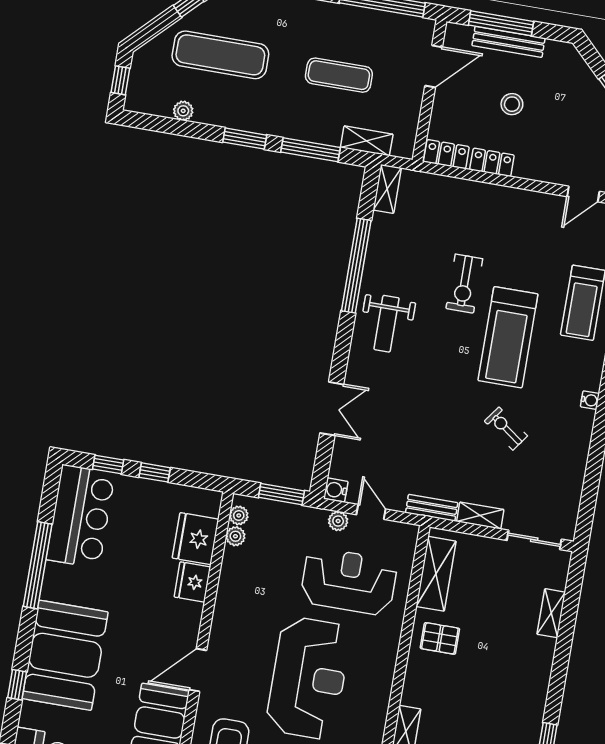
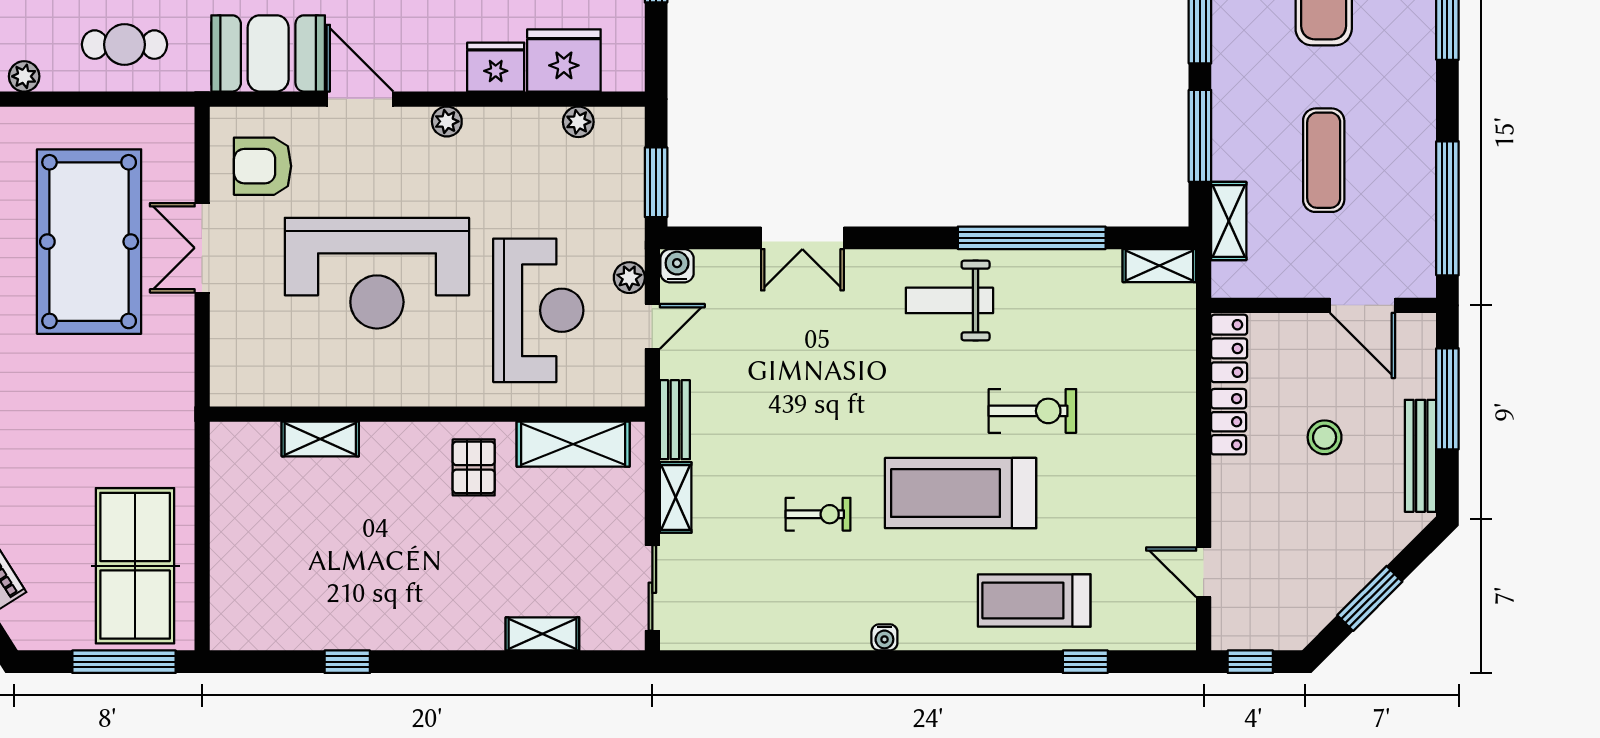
bench: (509, 42) -> (1420, 456), moved
exercise bike: (464, 284) -> (1032, 411), turned 180
exercise bike: (506, 428) -> (818, 514), turned 54
plant: (239, 515) -> (447, 121), moved

